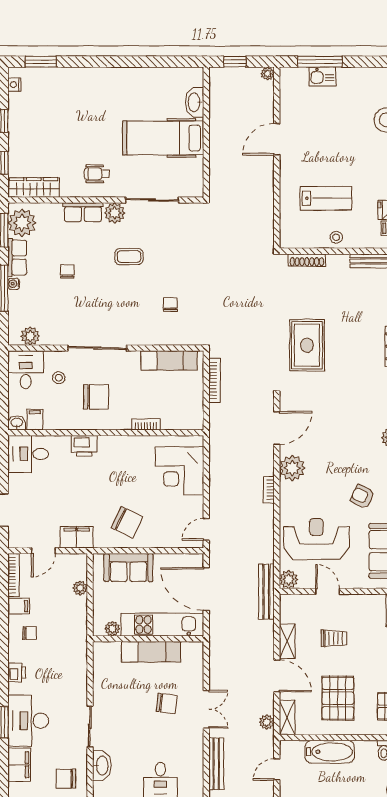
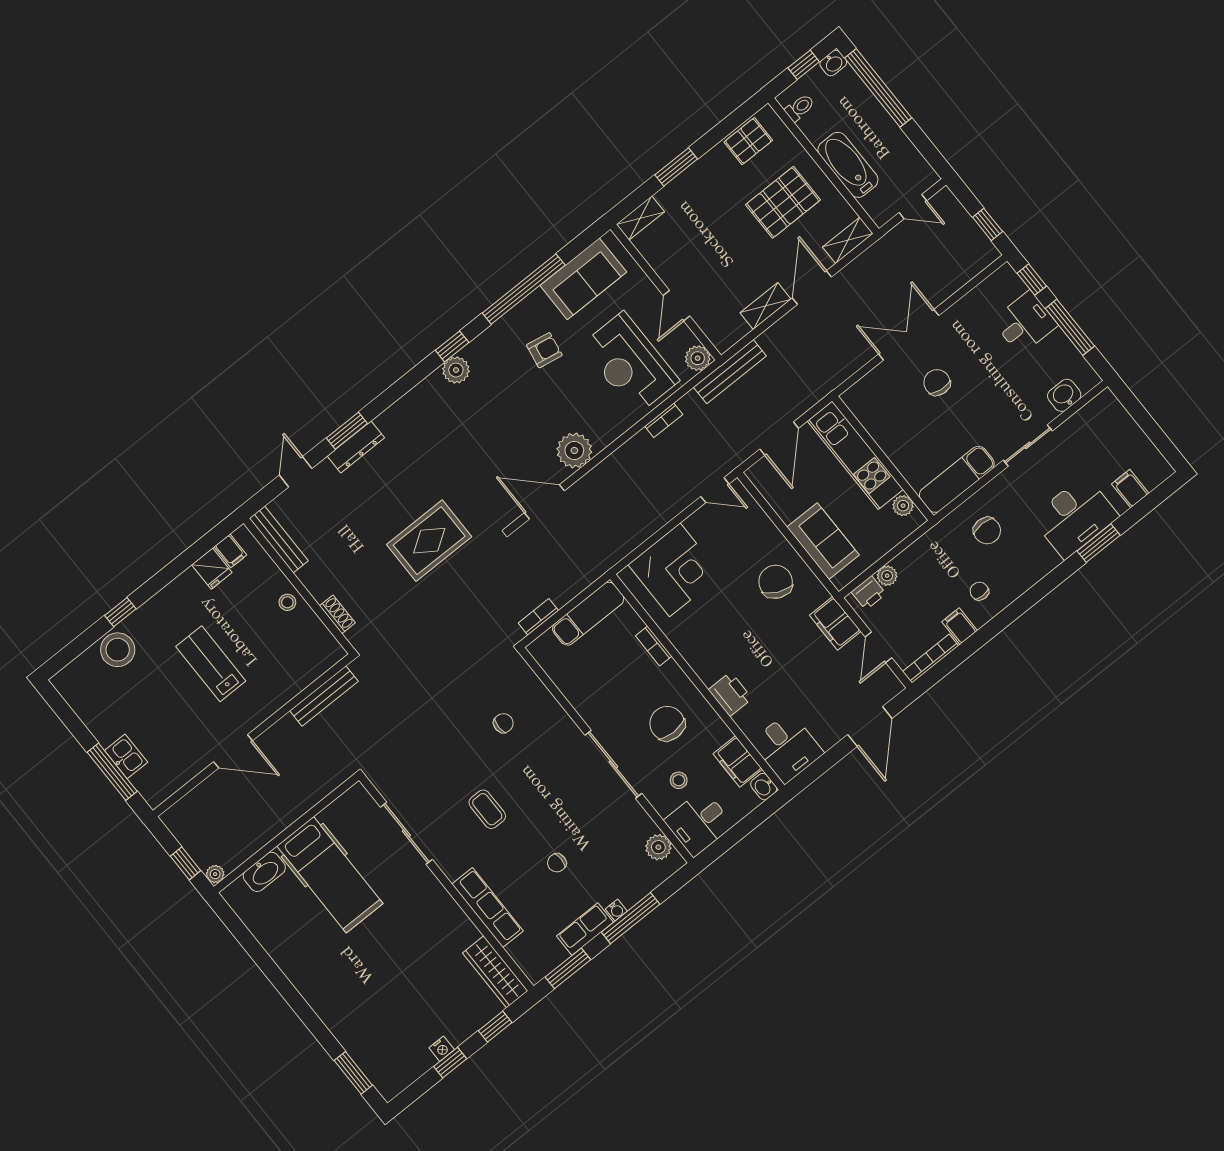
plant: (267, 74) -> (215, 874), moved
nightstand: (14, 85) -> (442, 1049), moved
wheelchair: (97, 174) -> (426, 915), removed
lab bench: (326, 198) -> (211, 664), moved
row of seats: (83, 212) -> (487, 908), width x1.48
plant: (115, 213) -> (453, 862), removed
plant: (22, 223) -> (543, 954), removed
shoe rack: (307, 260) -> (337, 614), width x0.70
chair: (170, 305) -> (503, 723), turned 180
exam couch: (169, 361) -> (588, 614), moved, turned 90
bookcase: (215, 380) -> (538, 617), width x0.64
filing cabinet: (35, 420) -> (738, 762), width x2.00
bookcase: (269, 490) -> (664, 420), moved
armchair: (362, 496) -> (544, 350), turned -105
door: (43, 551) -> (879, 647), swing flipped
door: (206, 589) -> (779, 439), width x0.73
trolley: (334, 638) -> (722, 258), removed
exam couch: (151, 652) -> (957, 479), moved, turned -90
printer: (17, 672) -> (869, 593), moved, turned 180
double door: (206, 709) -> (909, 335), width x1.37
plant: (267, 722) -> (870, 258), removed
bench: (216, 764) -> (324, 696), moved
filing cabinet: (19, 765) -> (1130, 489), width x0.50
washbasin: (102, 765) -> (1064, 395), width x0.72
chair: (66, 779) -> (987, 531), moved

